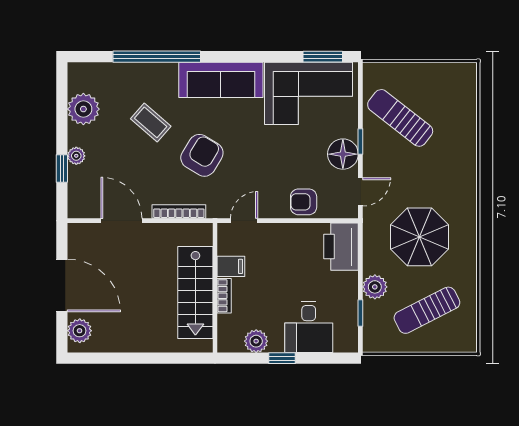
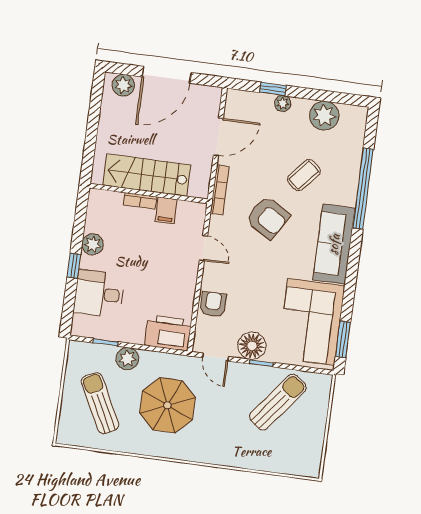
filing cabinet: (231, 266) -> (166, 210), moved
wall: (215, 288) -> (149, 193), moved
stairs: (195, 293) -> (147, 175), moved
bookcase: (224, 296) -> (140, 201), moved

